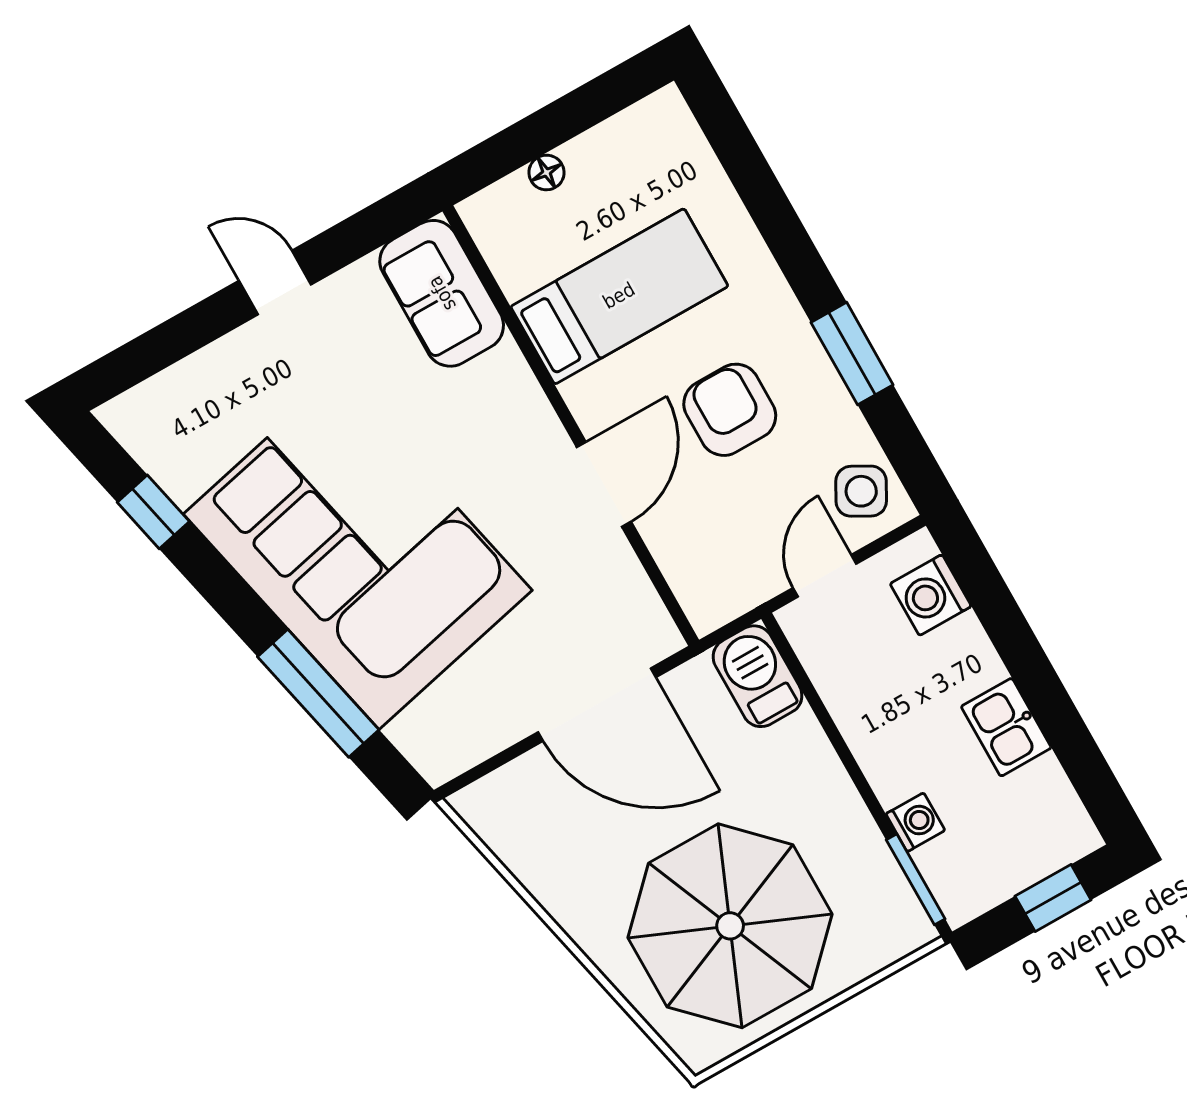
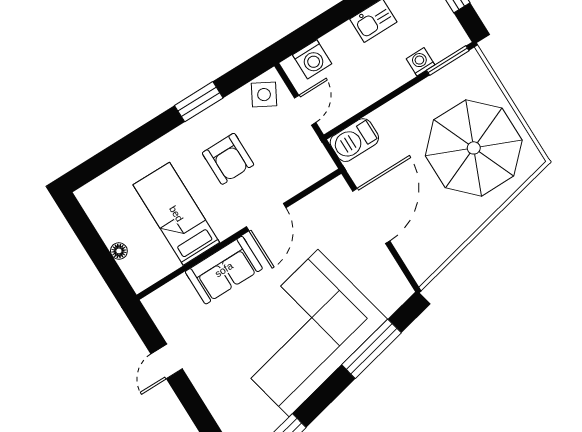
door: (275, 283) -> (167, 361), moved
sofa: (442, 293) -> (224, 270), moved
armchair: (730, 410) -> (228, 159), turned -90
door: (604, 484) -> (266, 217), swing flipped
door: (825, 576) -> (305, 110), swing flipped

